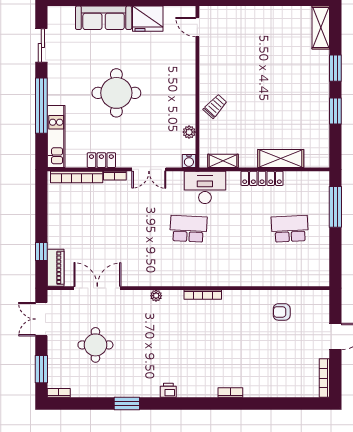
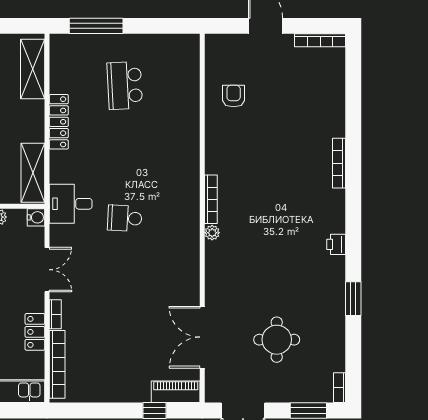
shelving: (281, 158) -> (33, 69), moved
shelving: (223, 161) -> (33, 173), width x1.50, depth x1.33
desk: (205, 187) -> (71, 204), width x0.73
school desk: (188, 229) -> (125, 218), width x0.54
plant: (156, 296) -> (212, 233), moved
armchair: (282, 312) -> (234, 96), turned 180
bookcase: (230, 393) -> (339, 163), width x1.56

